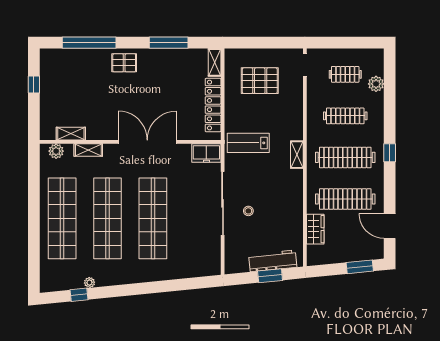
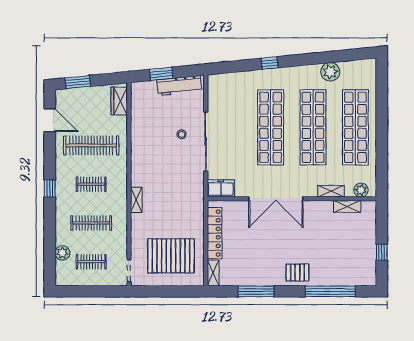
pallet: (260, 81) -> (171, 256), width x1.37, depth x1.41
lab bench: (248, 143) -> (182, 198), removed
shelving: (297, 155) -> (136, 200), moved
clothes rail: (345, 157) -> (91, 184), width x0.54, depth x0.76
wardrobe: (315, 229) -> (119, 101), moved
workbench: (273, 261) -> (179, 86), moved
plant: (90, 283) -> (330, 72), width x1.88, depth x1.88
window: (79, 295) -> (270, 63), moved

